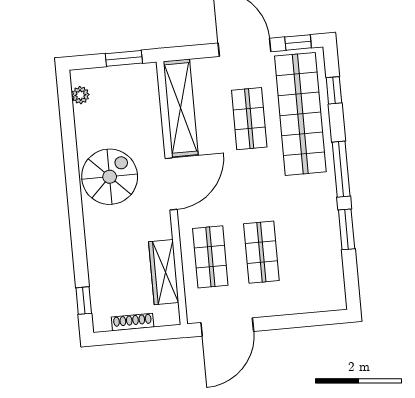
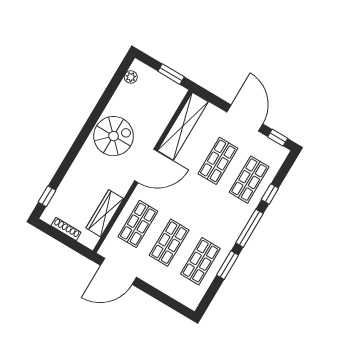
window: (334, 90) -> (270, 194), moved
shop shelf: (300, 114) -> (249, 180), width x0.50, depth x0.74
shop shelf: (312, 248) -> (200, 261), added

